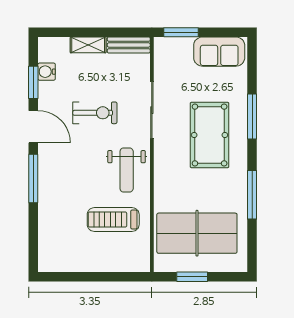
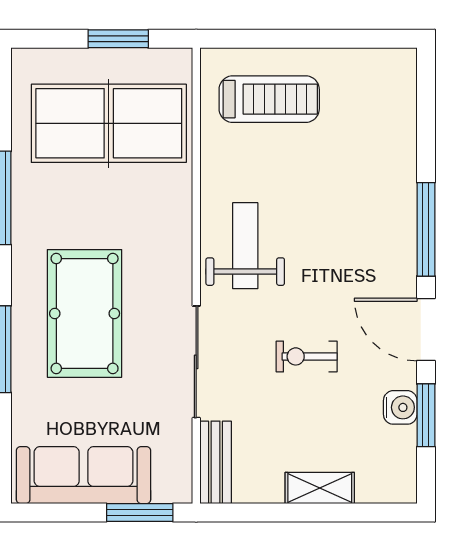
bench: (129, 45) -> (216, 462), moved, turned 90
sofa: (219, 52) -> (83, 475), width x1.36
water cooler: (47, 72) -> (400, 407), moved
exercise bike: (95, 113) -> (307, 356), width x0.73, depth x0.72
treadmill: (113, 220) -> (269, 99), moved

